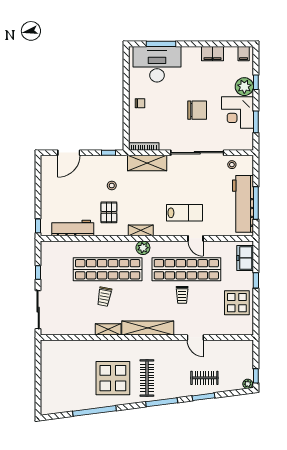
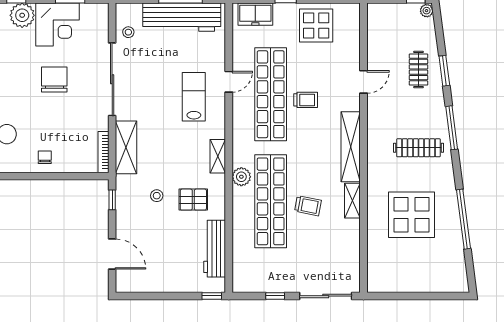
plant: (143, 248) -> (241, 177), moved
display table: (113, 378) -> (412, 215), moved

